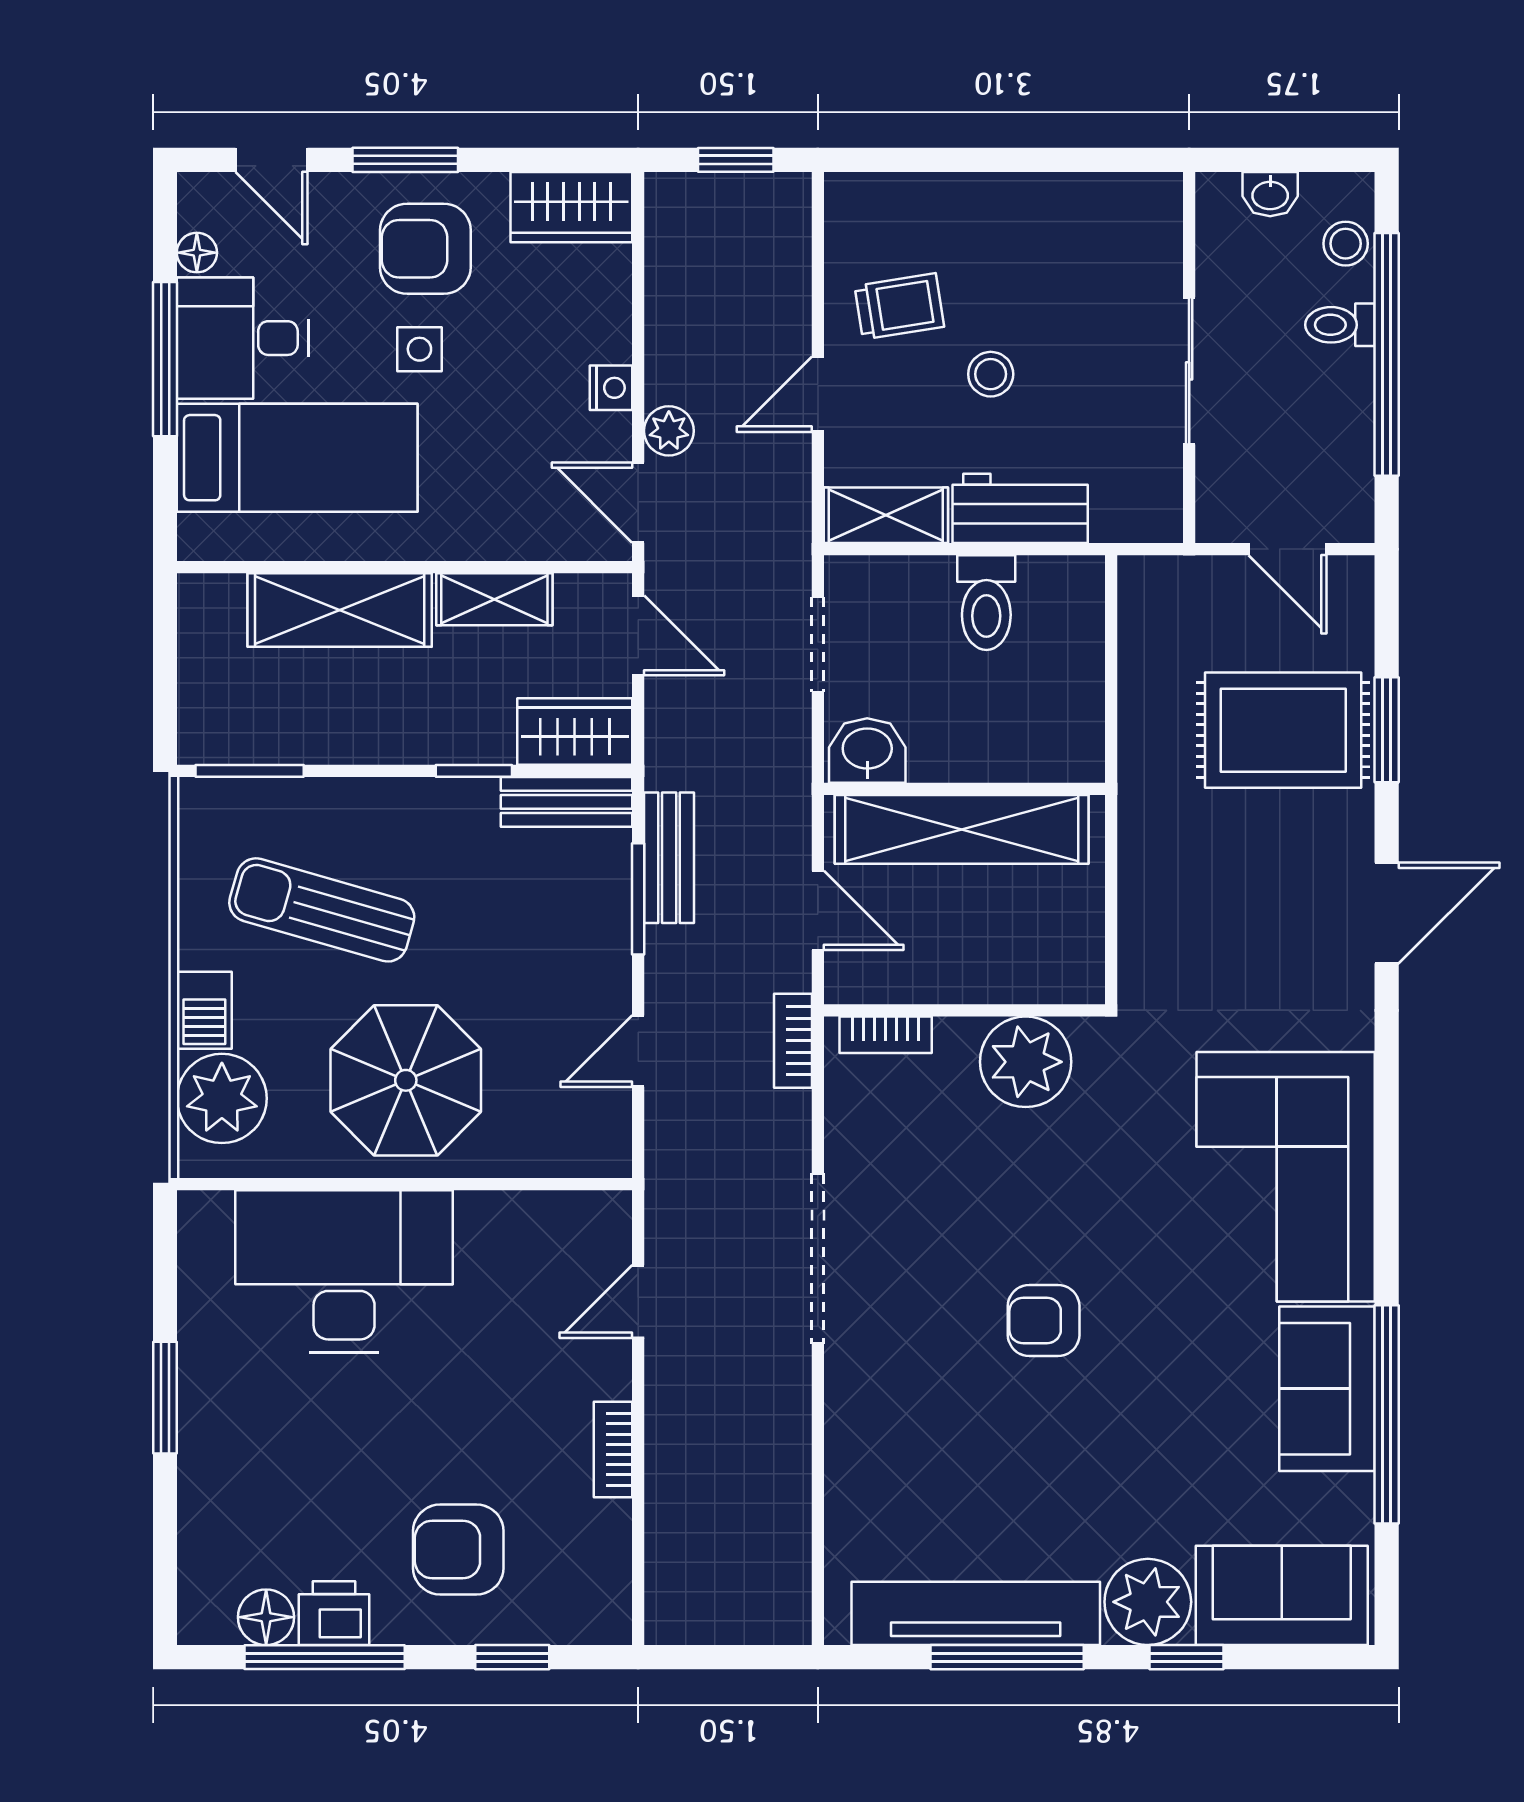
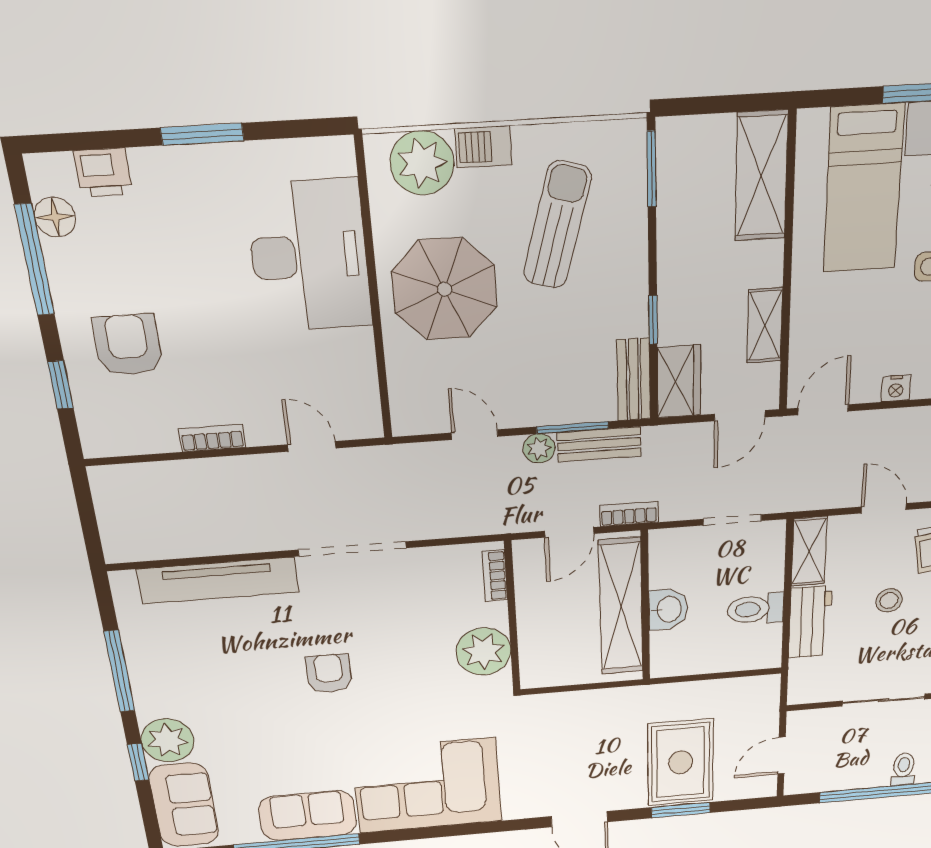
plant: (669, 431) -> (539, 448), moved
shelving: (340, 610) -> (761, 176), moved
washbasin: (867, 750) -> (668, 609), moved
bookcase: (793, 1041) -> (629, 514), moved
printer: (334, 1613) -> (103, 173), moved, turned 90
tv unit: (976, 1613) -> (218, 581), moved, turned 90

